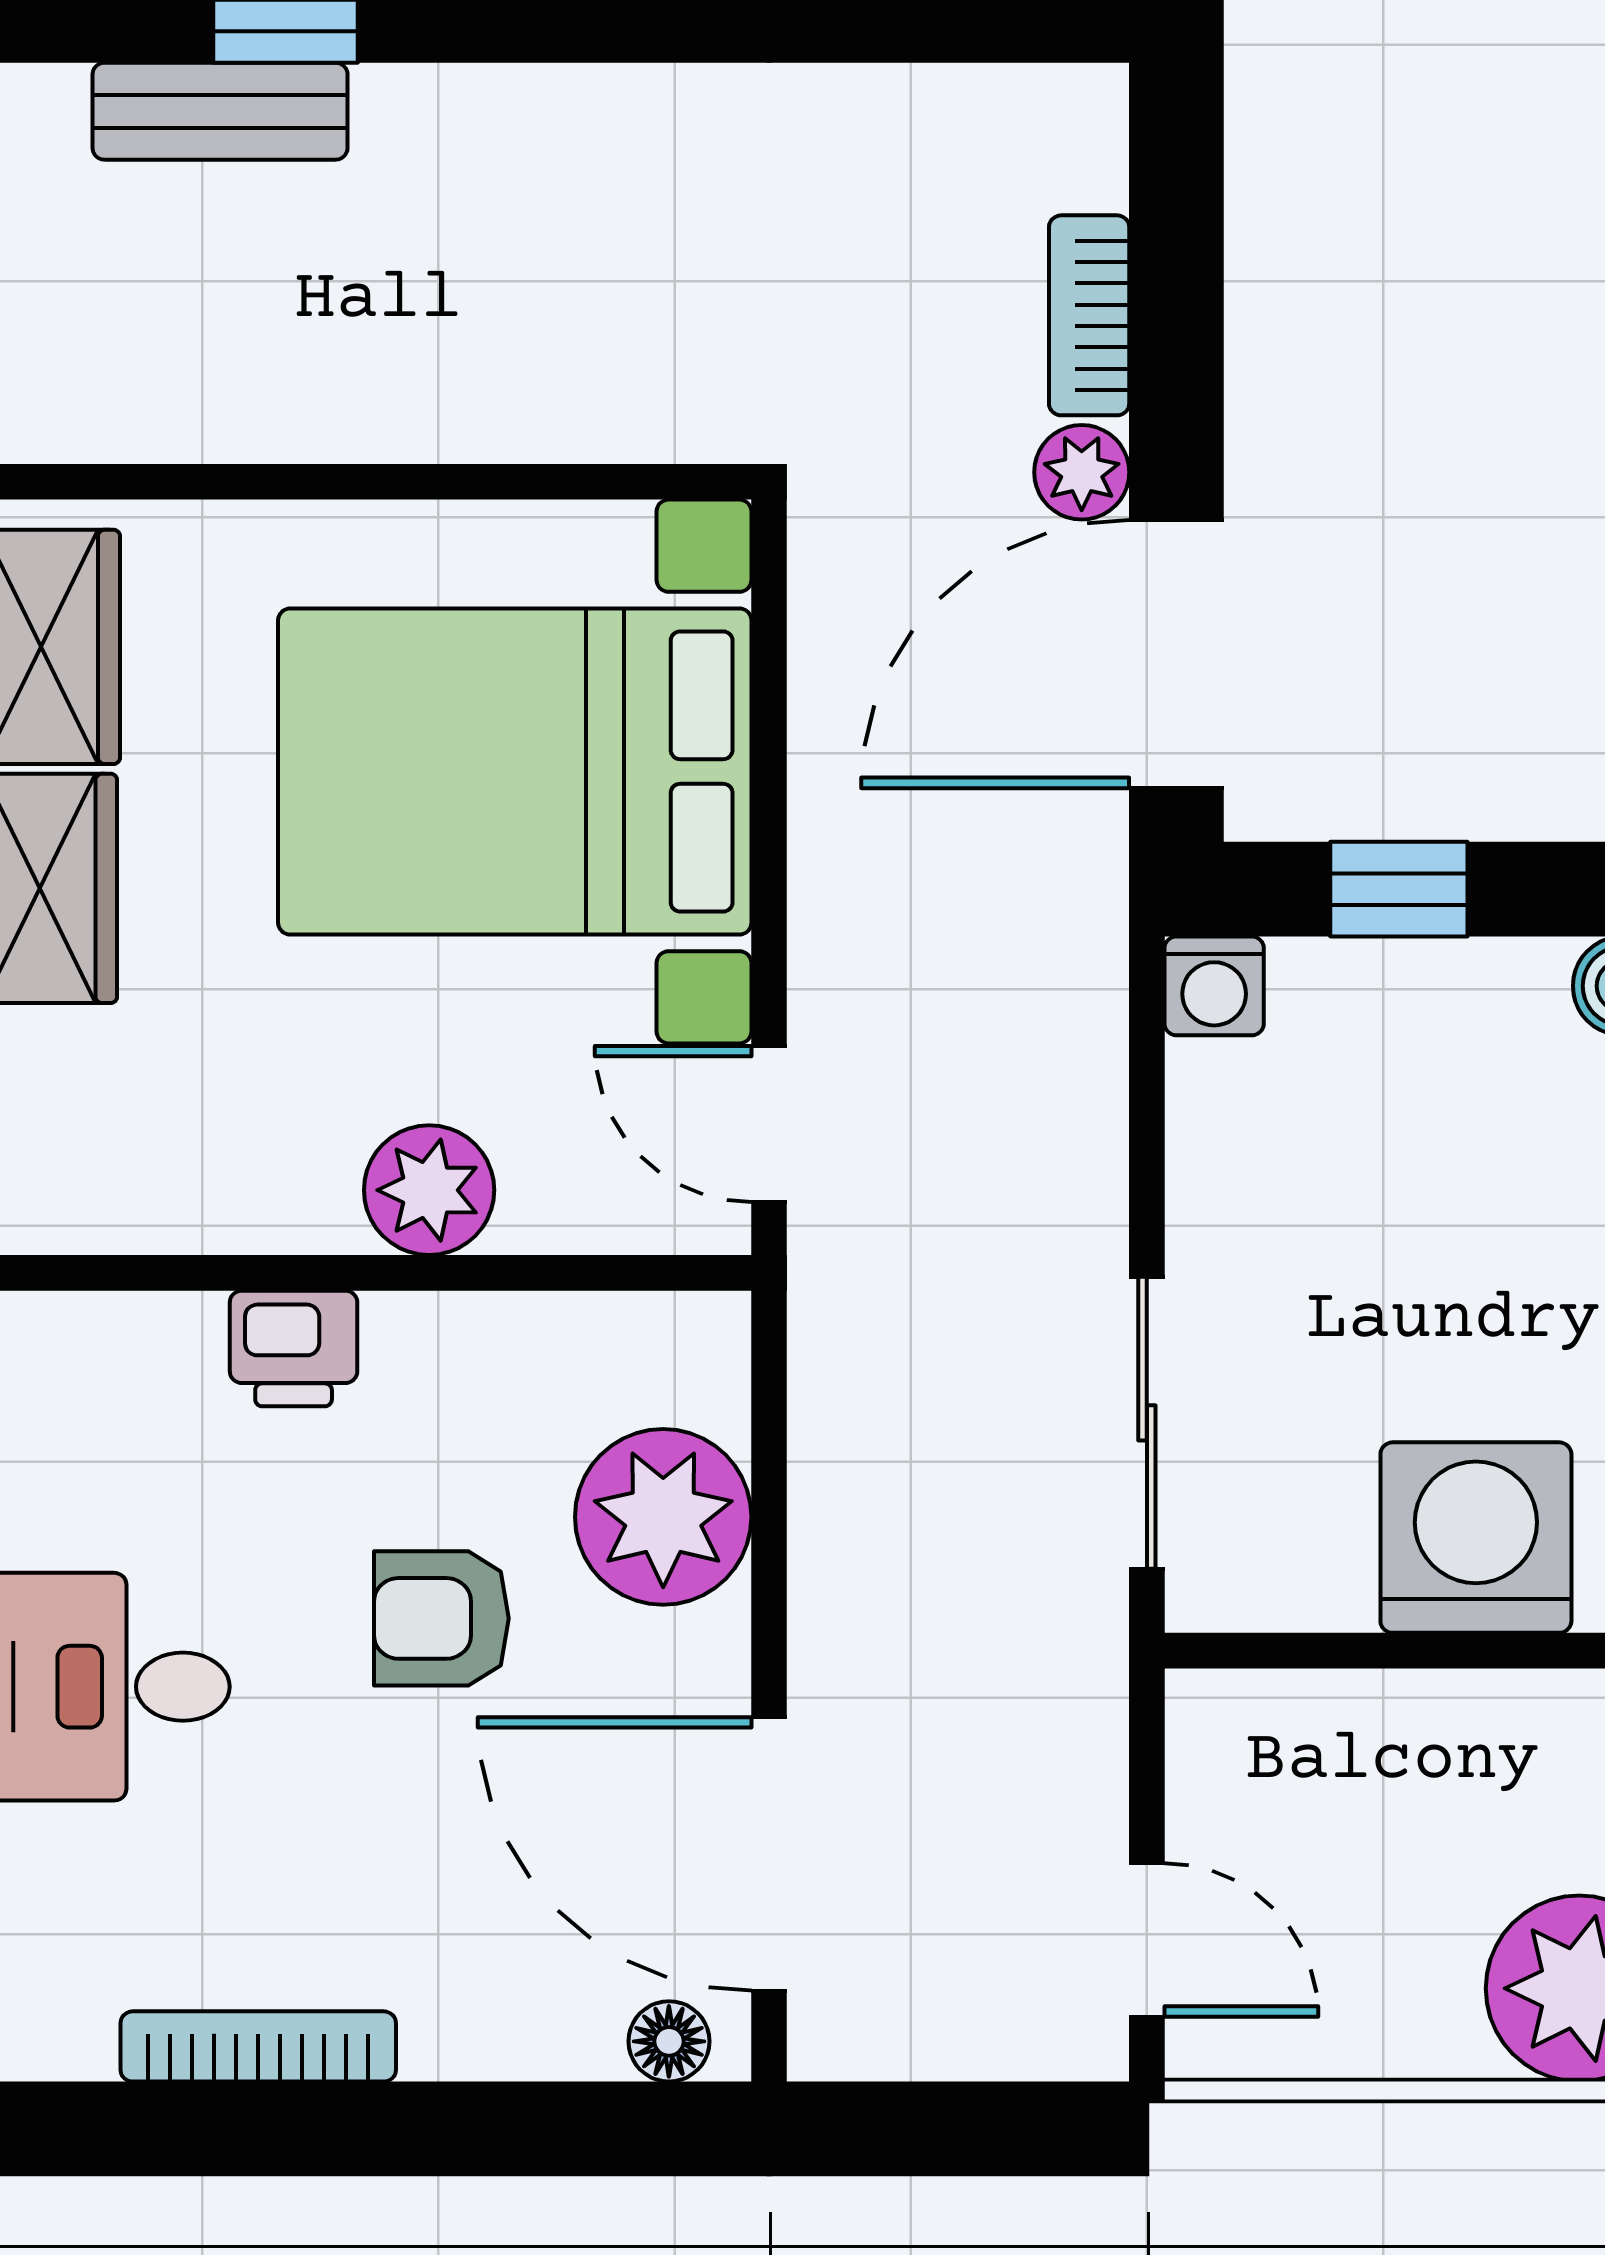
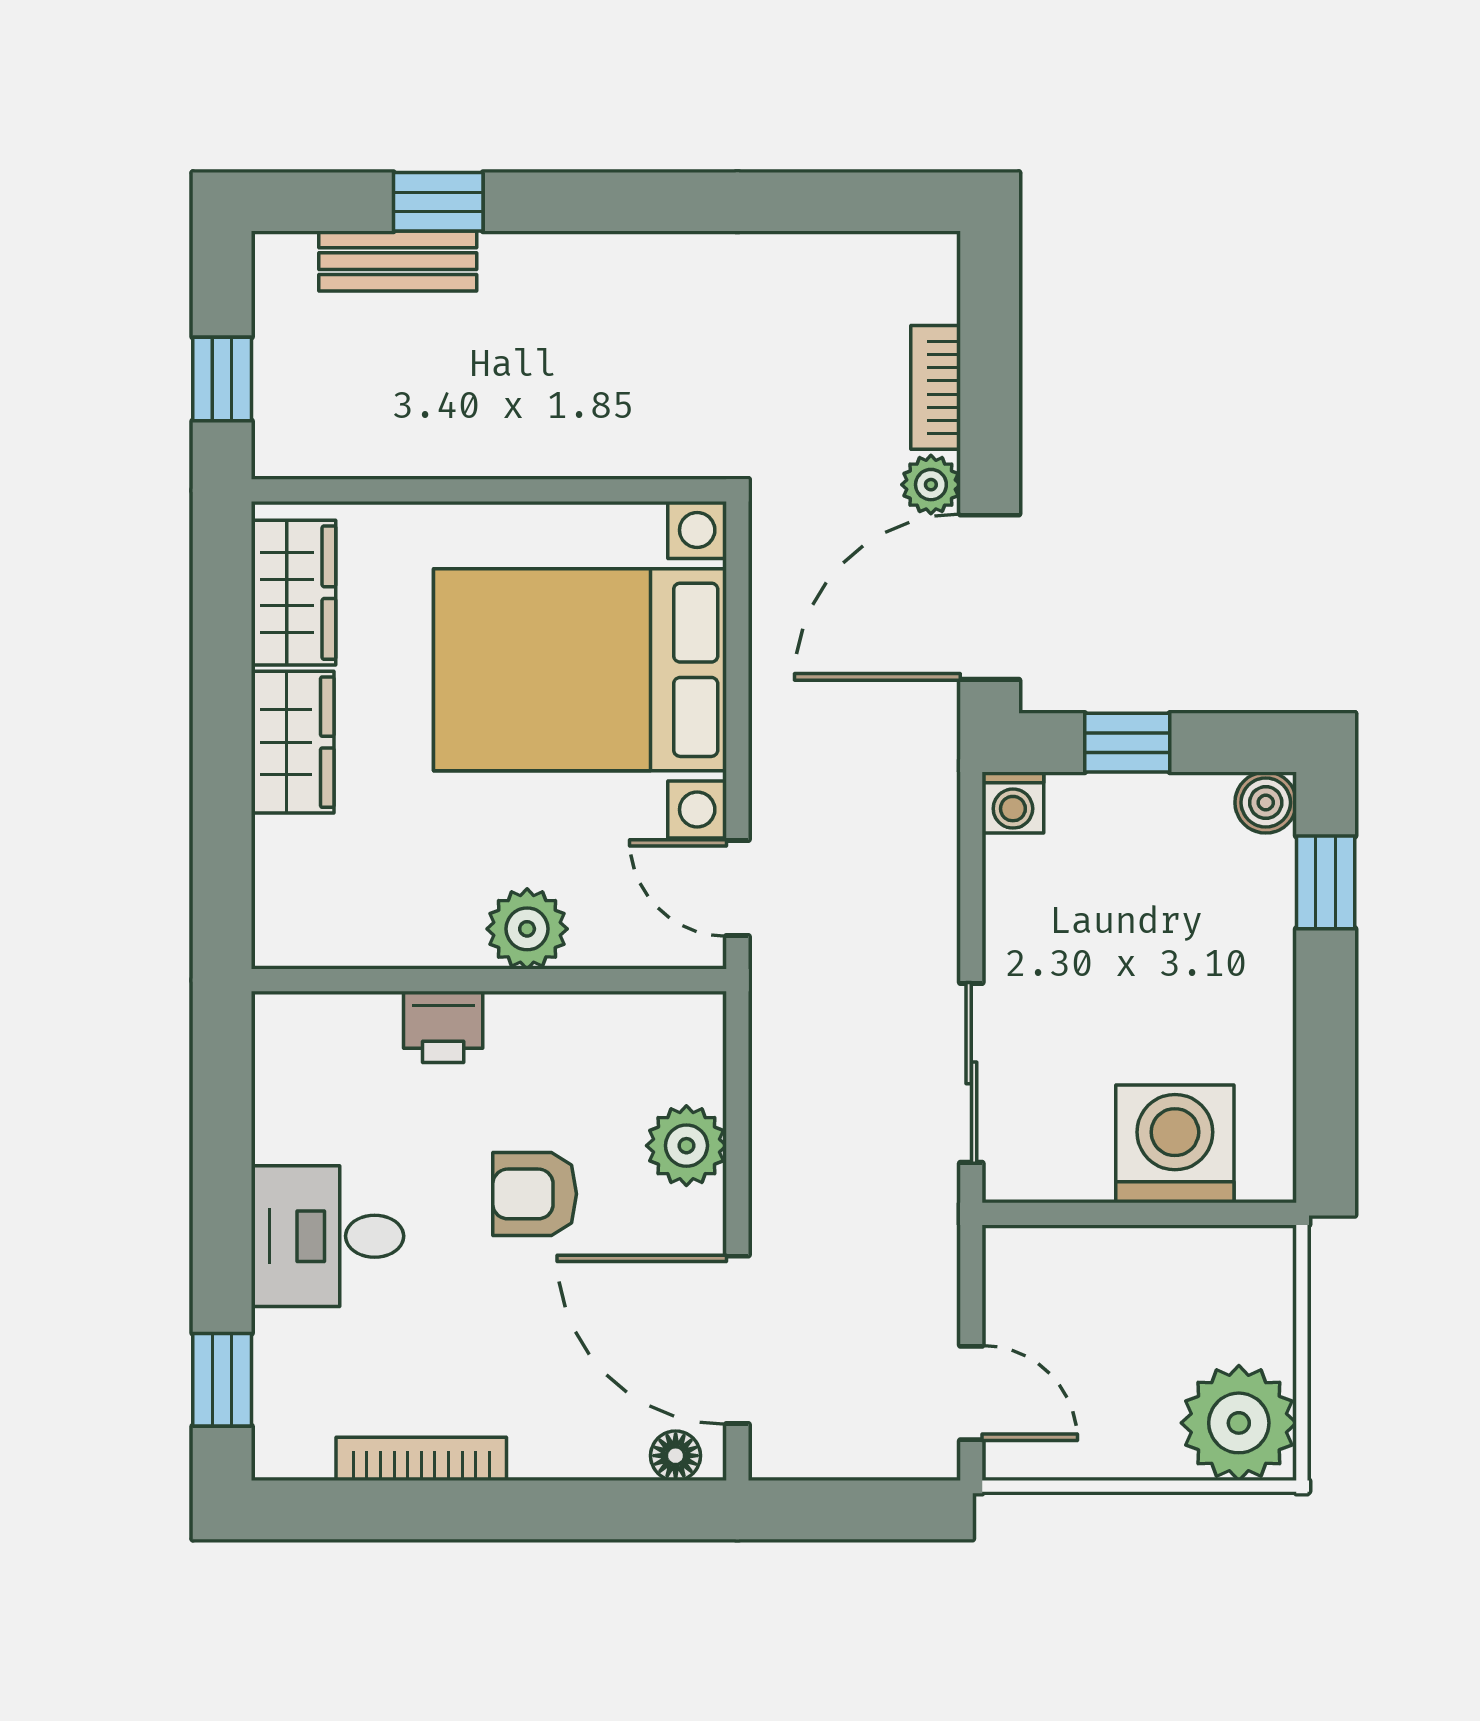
plant: (663, 1517) -> (686, 1146), width x0.73, depth x0.73

